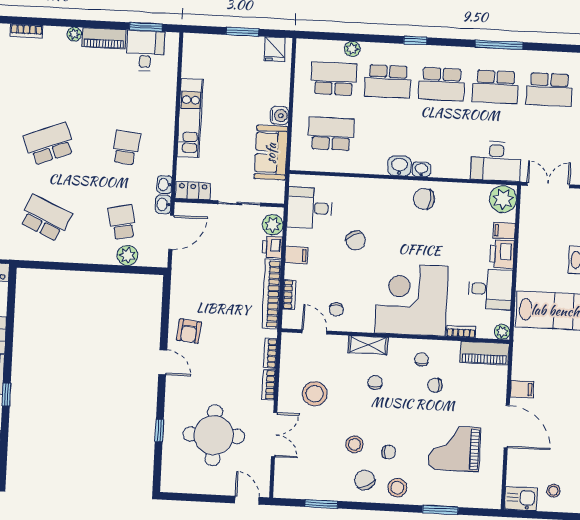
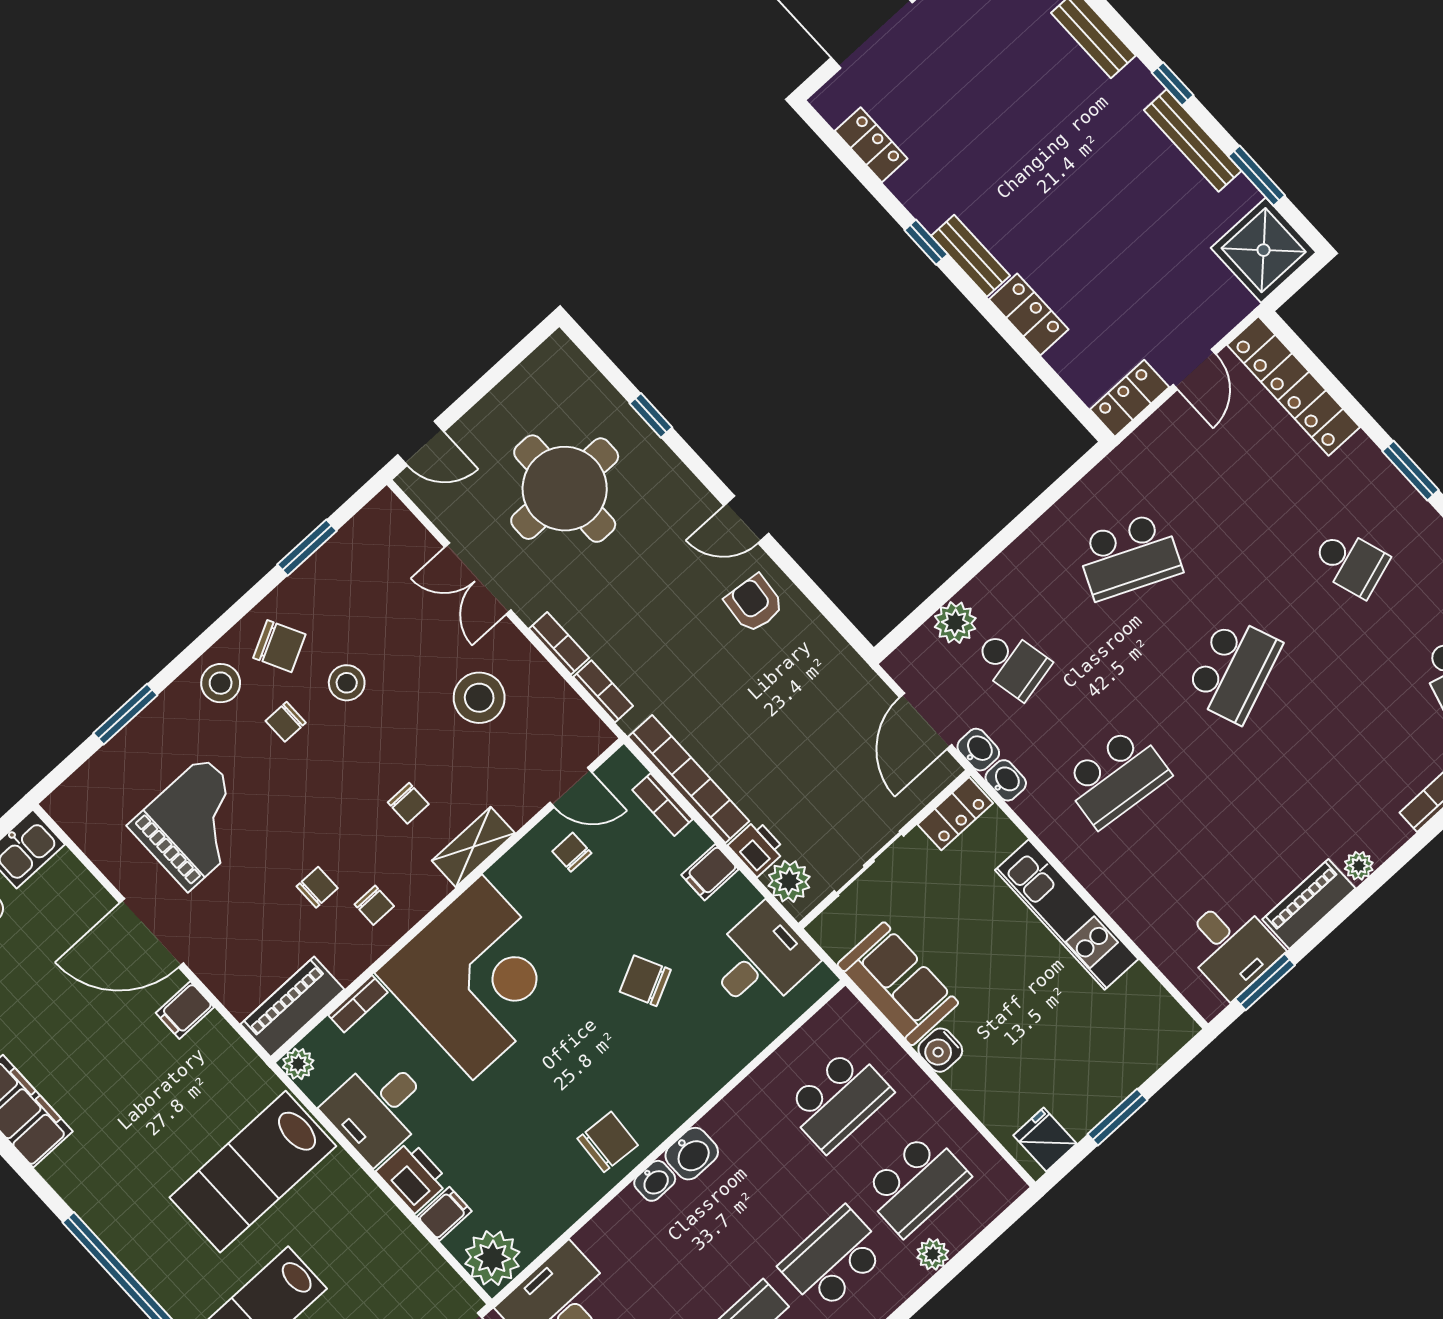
school desk: (126, 148) -> (1116, 777), width x1.85

